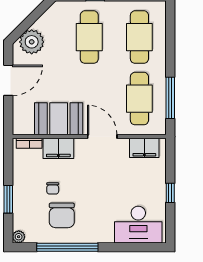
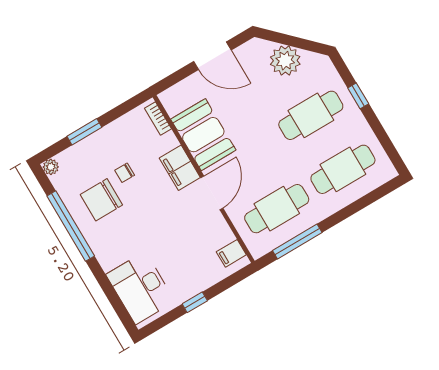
plant: (32, 42) -> (285, 61), moved
filing cabinet: (58, 148) -> (180, 168), moved
filing cabinet: (144, 148) -> (231, 253), width x0.50

